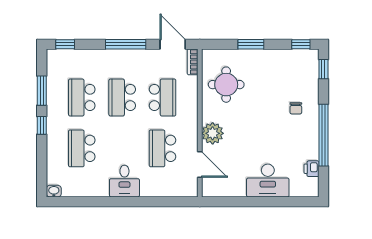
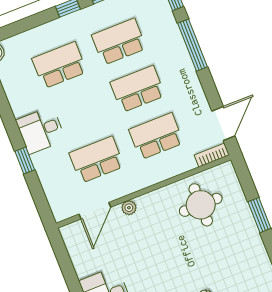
window: (126, 44) -> (192, 45), moved
school desk: (163, 97) -> (156, 136), turned 180
plant: (213, 133) -> (129, 208), width x0.53, depth x0.53
window: (142, 202) -> (25, 161), added

